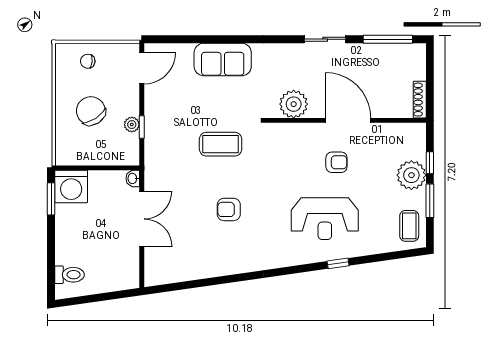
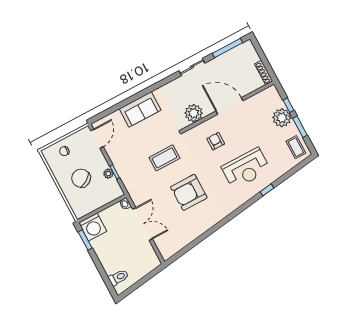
armchair: (336, 162) -> (216, 141), moved, turned -90
armchair: (229, 209) -> (189, 192), width x1.88, depth x1.88

